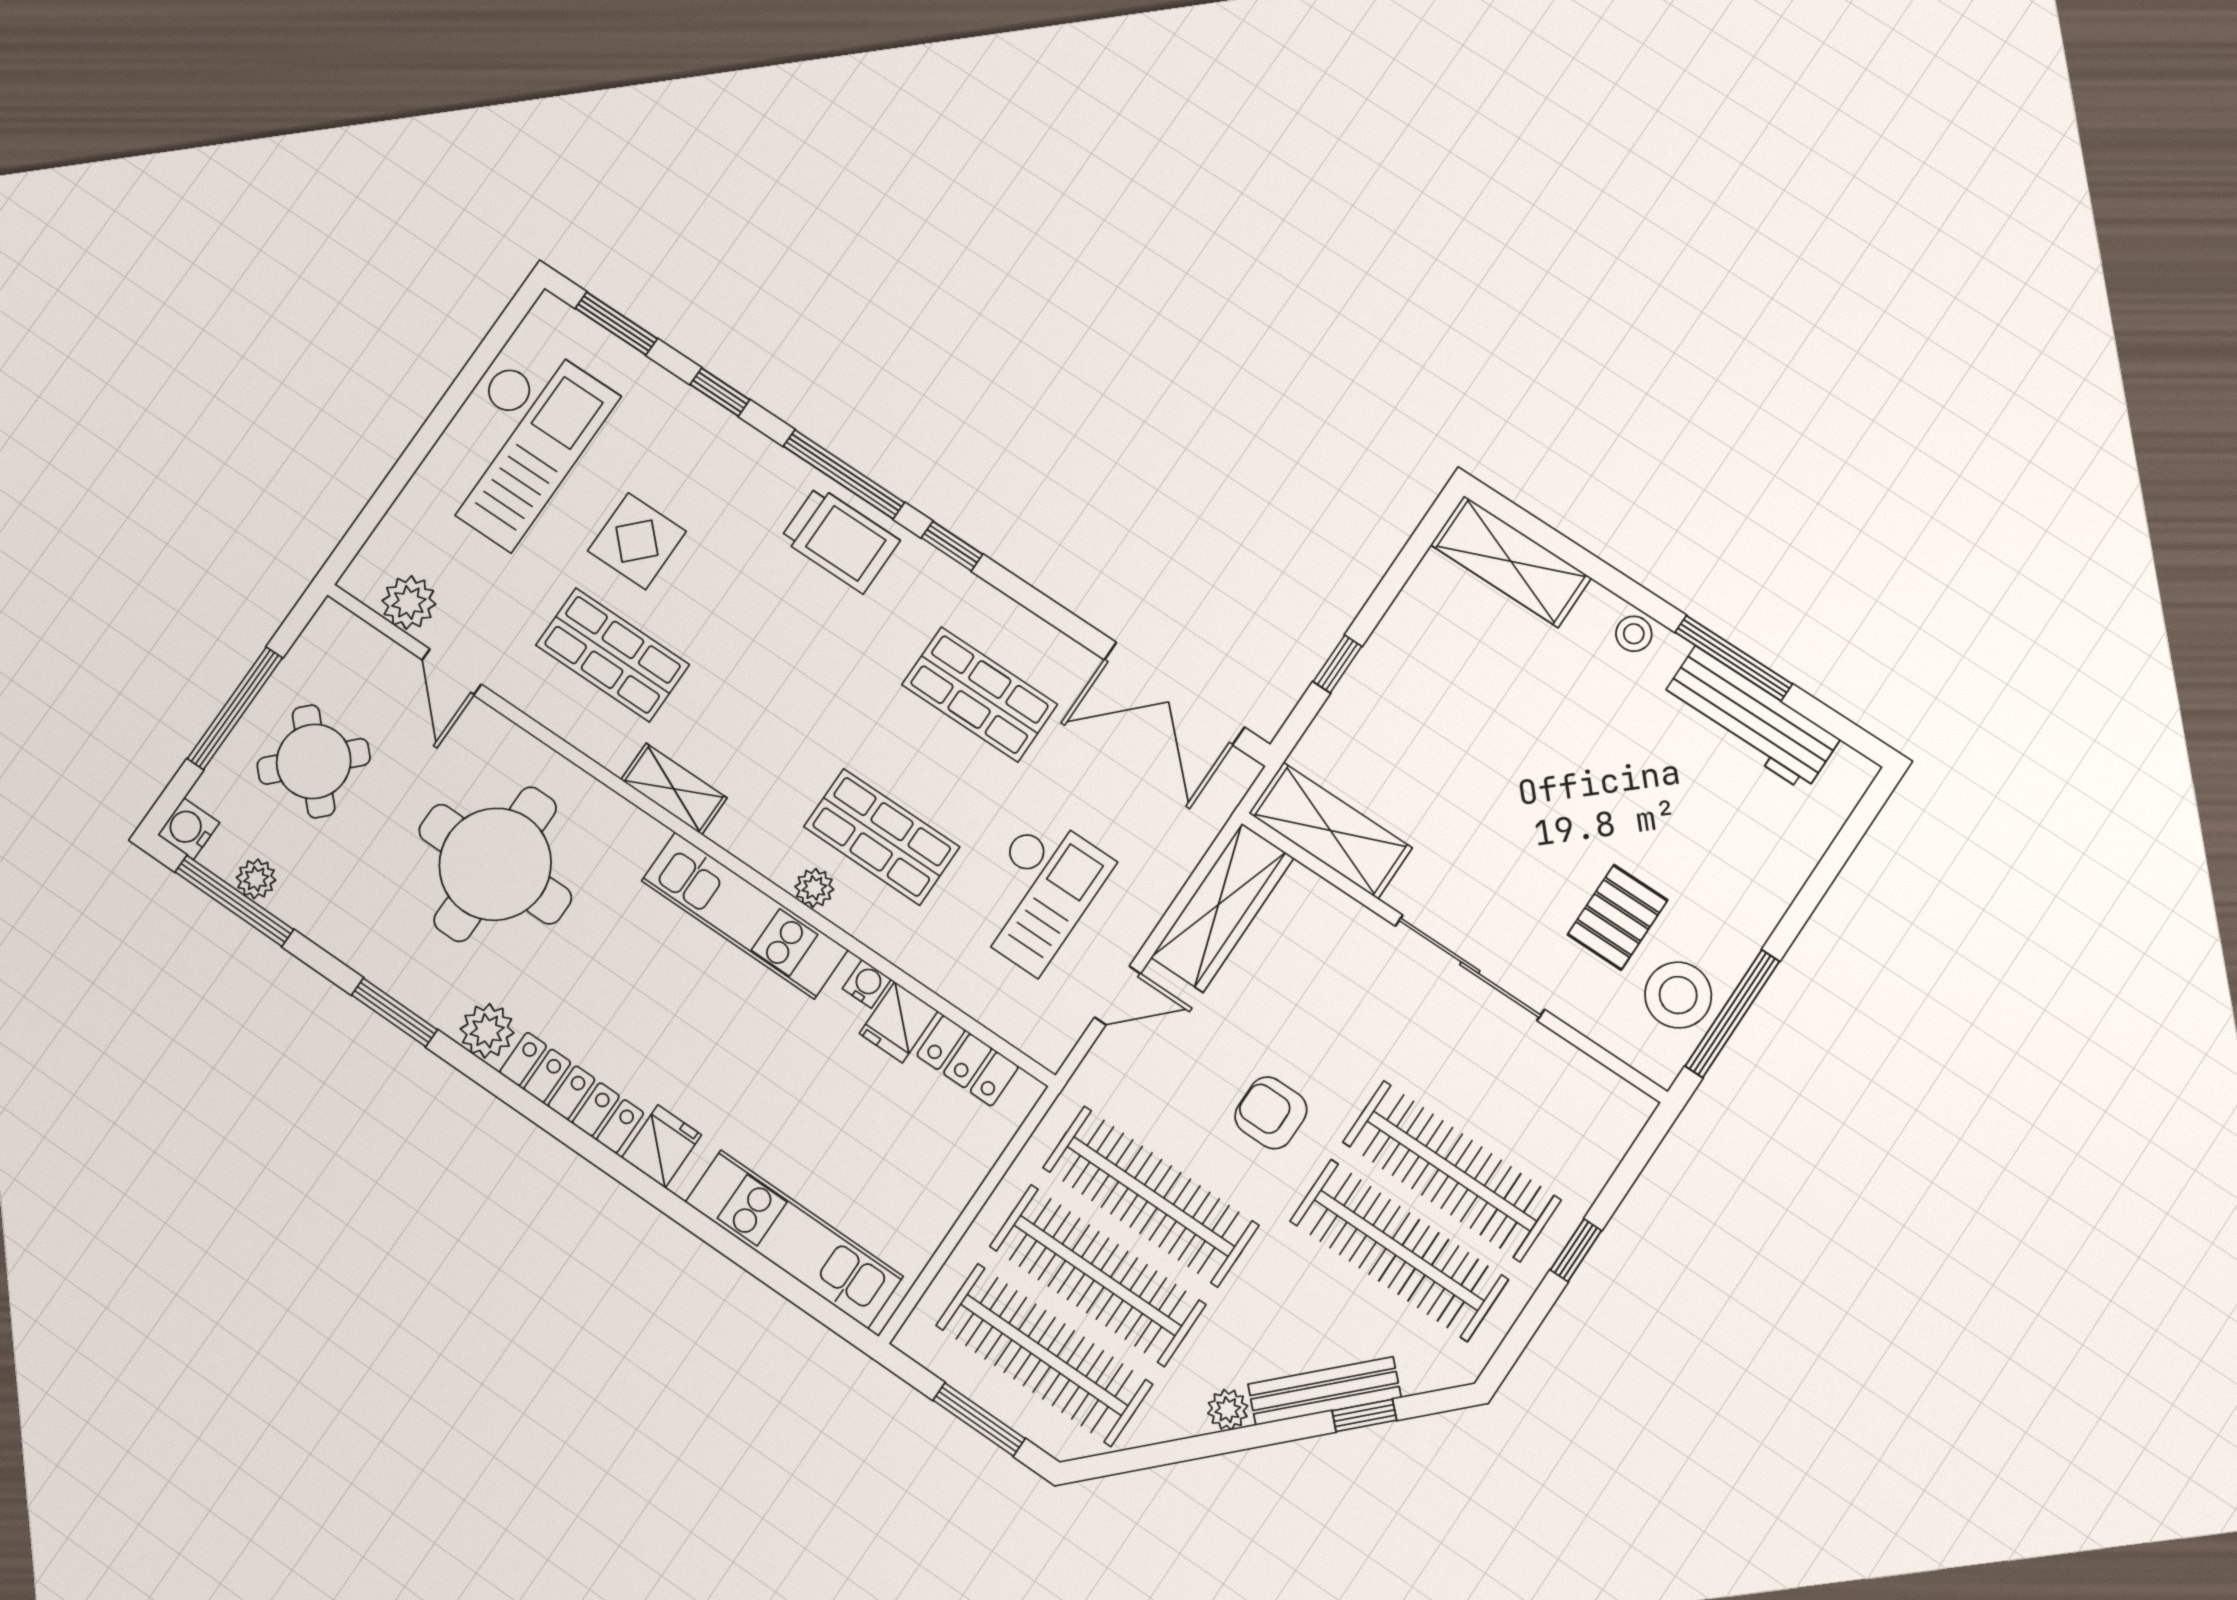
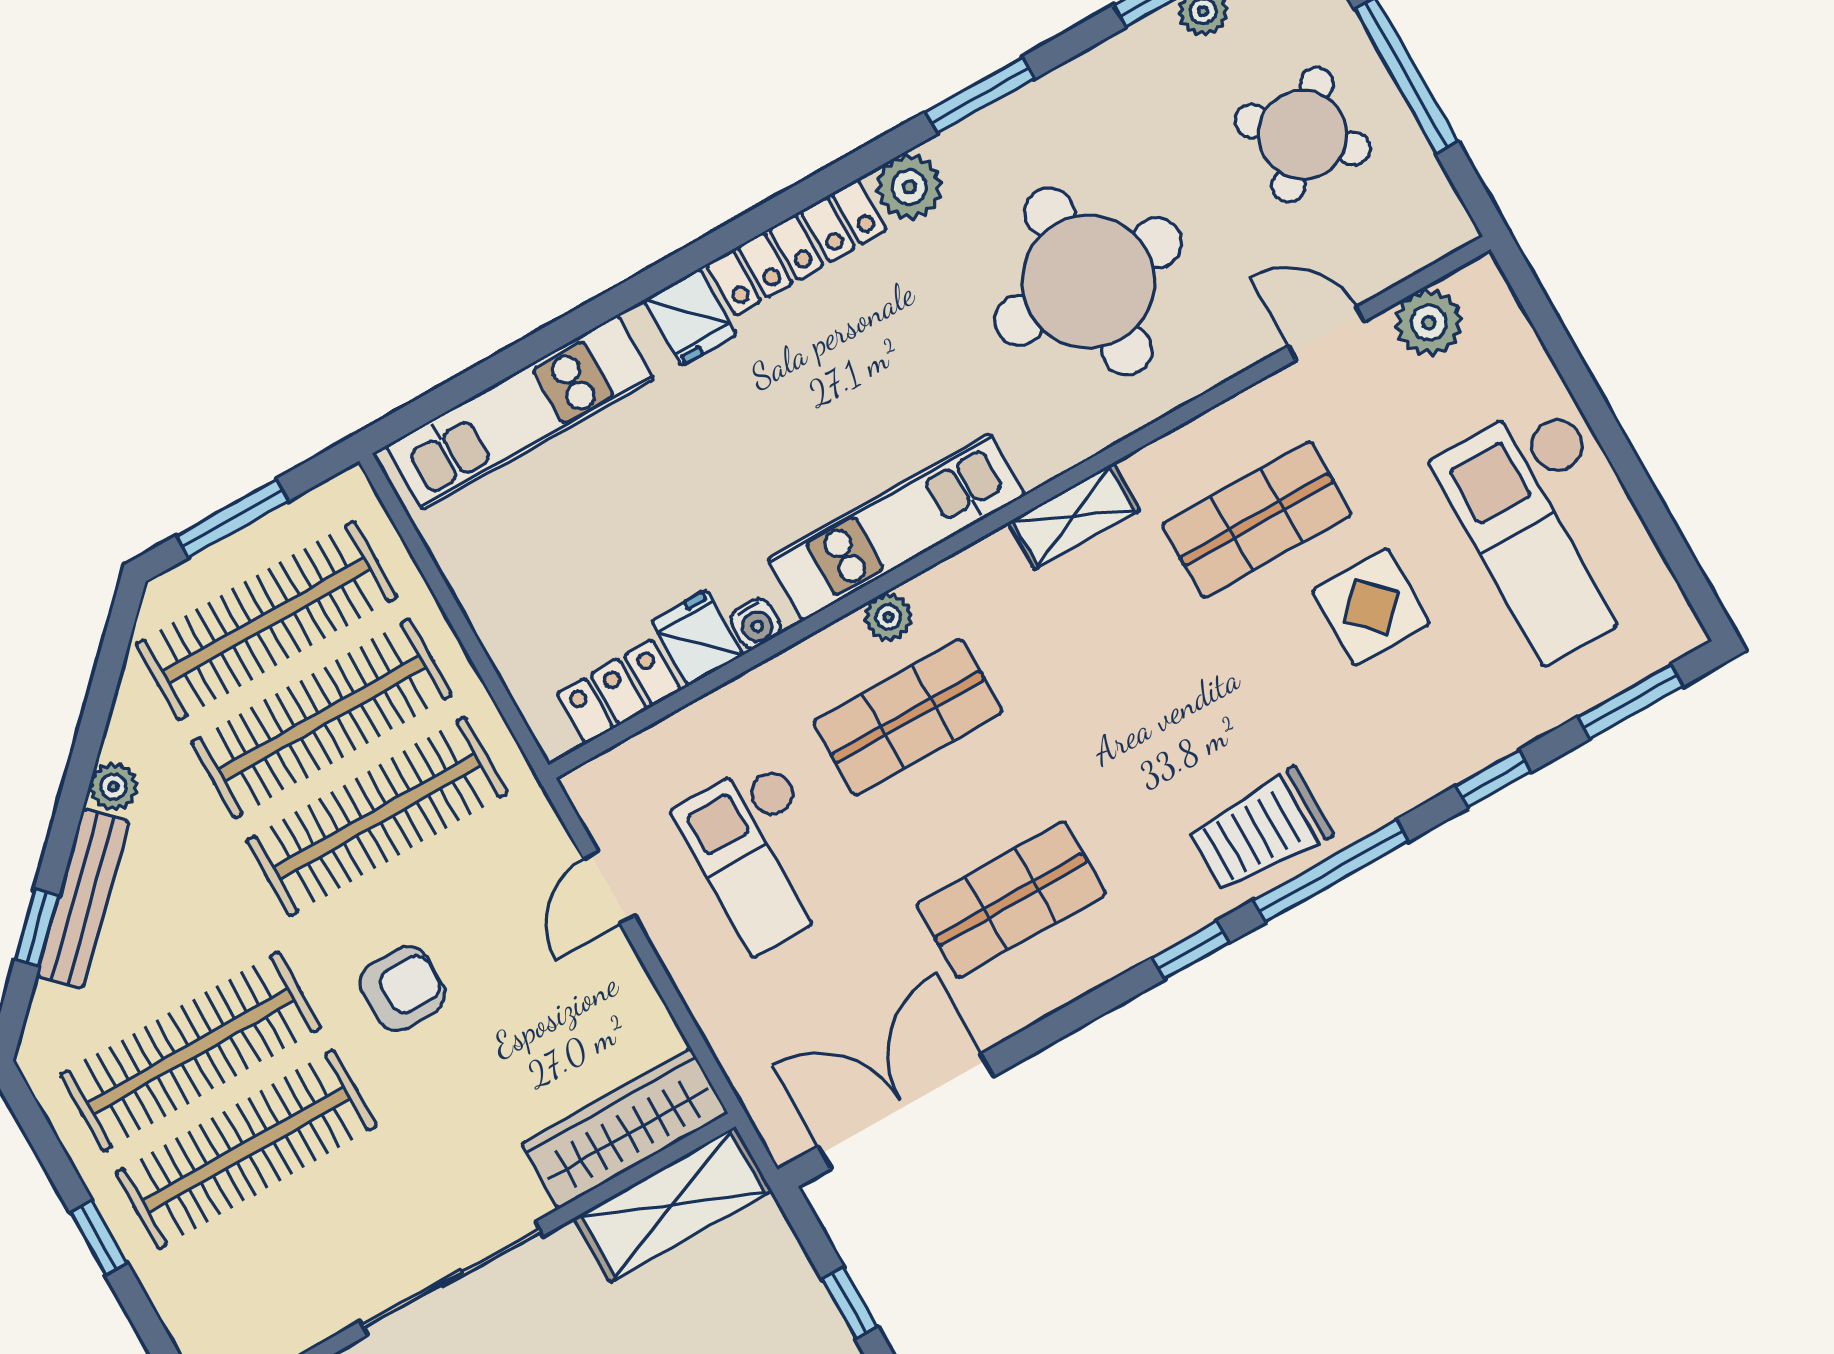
wardrobe: (1223, 908) -> (625, 1129), moved, turned 90

